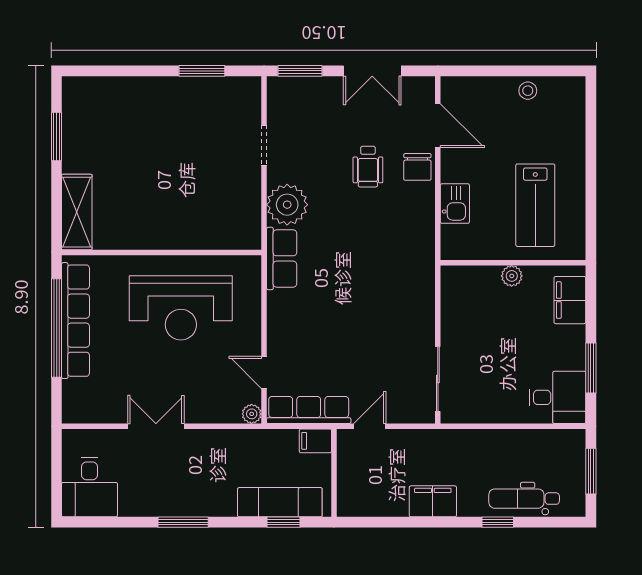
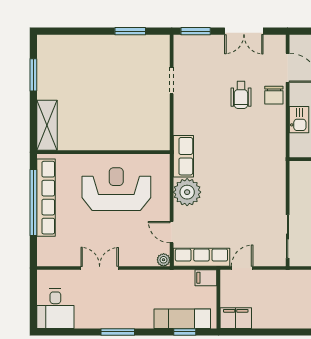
plant: (287, 205) -> (187, 192), moved
reception desk: (181, 308) -> (116, 189), turned 180
filing cabinet: (433, 501) -> (236, 318), moved

